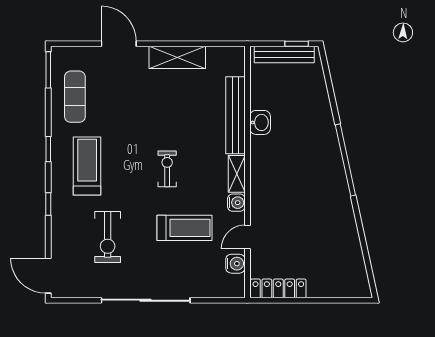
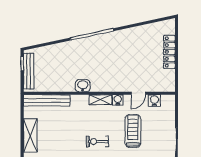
bench: (235, 115) -> (47, 100), moved
washbasin: (260, 122) -> (83, 86), moved
door: (247, 237) -> (138, 93), hinge flipped
locker: (278, 288) -> (169, 52), moved

